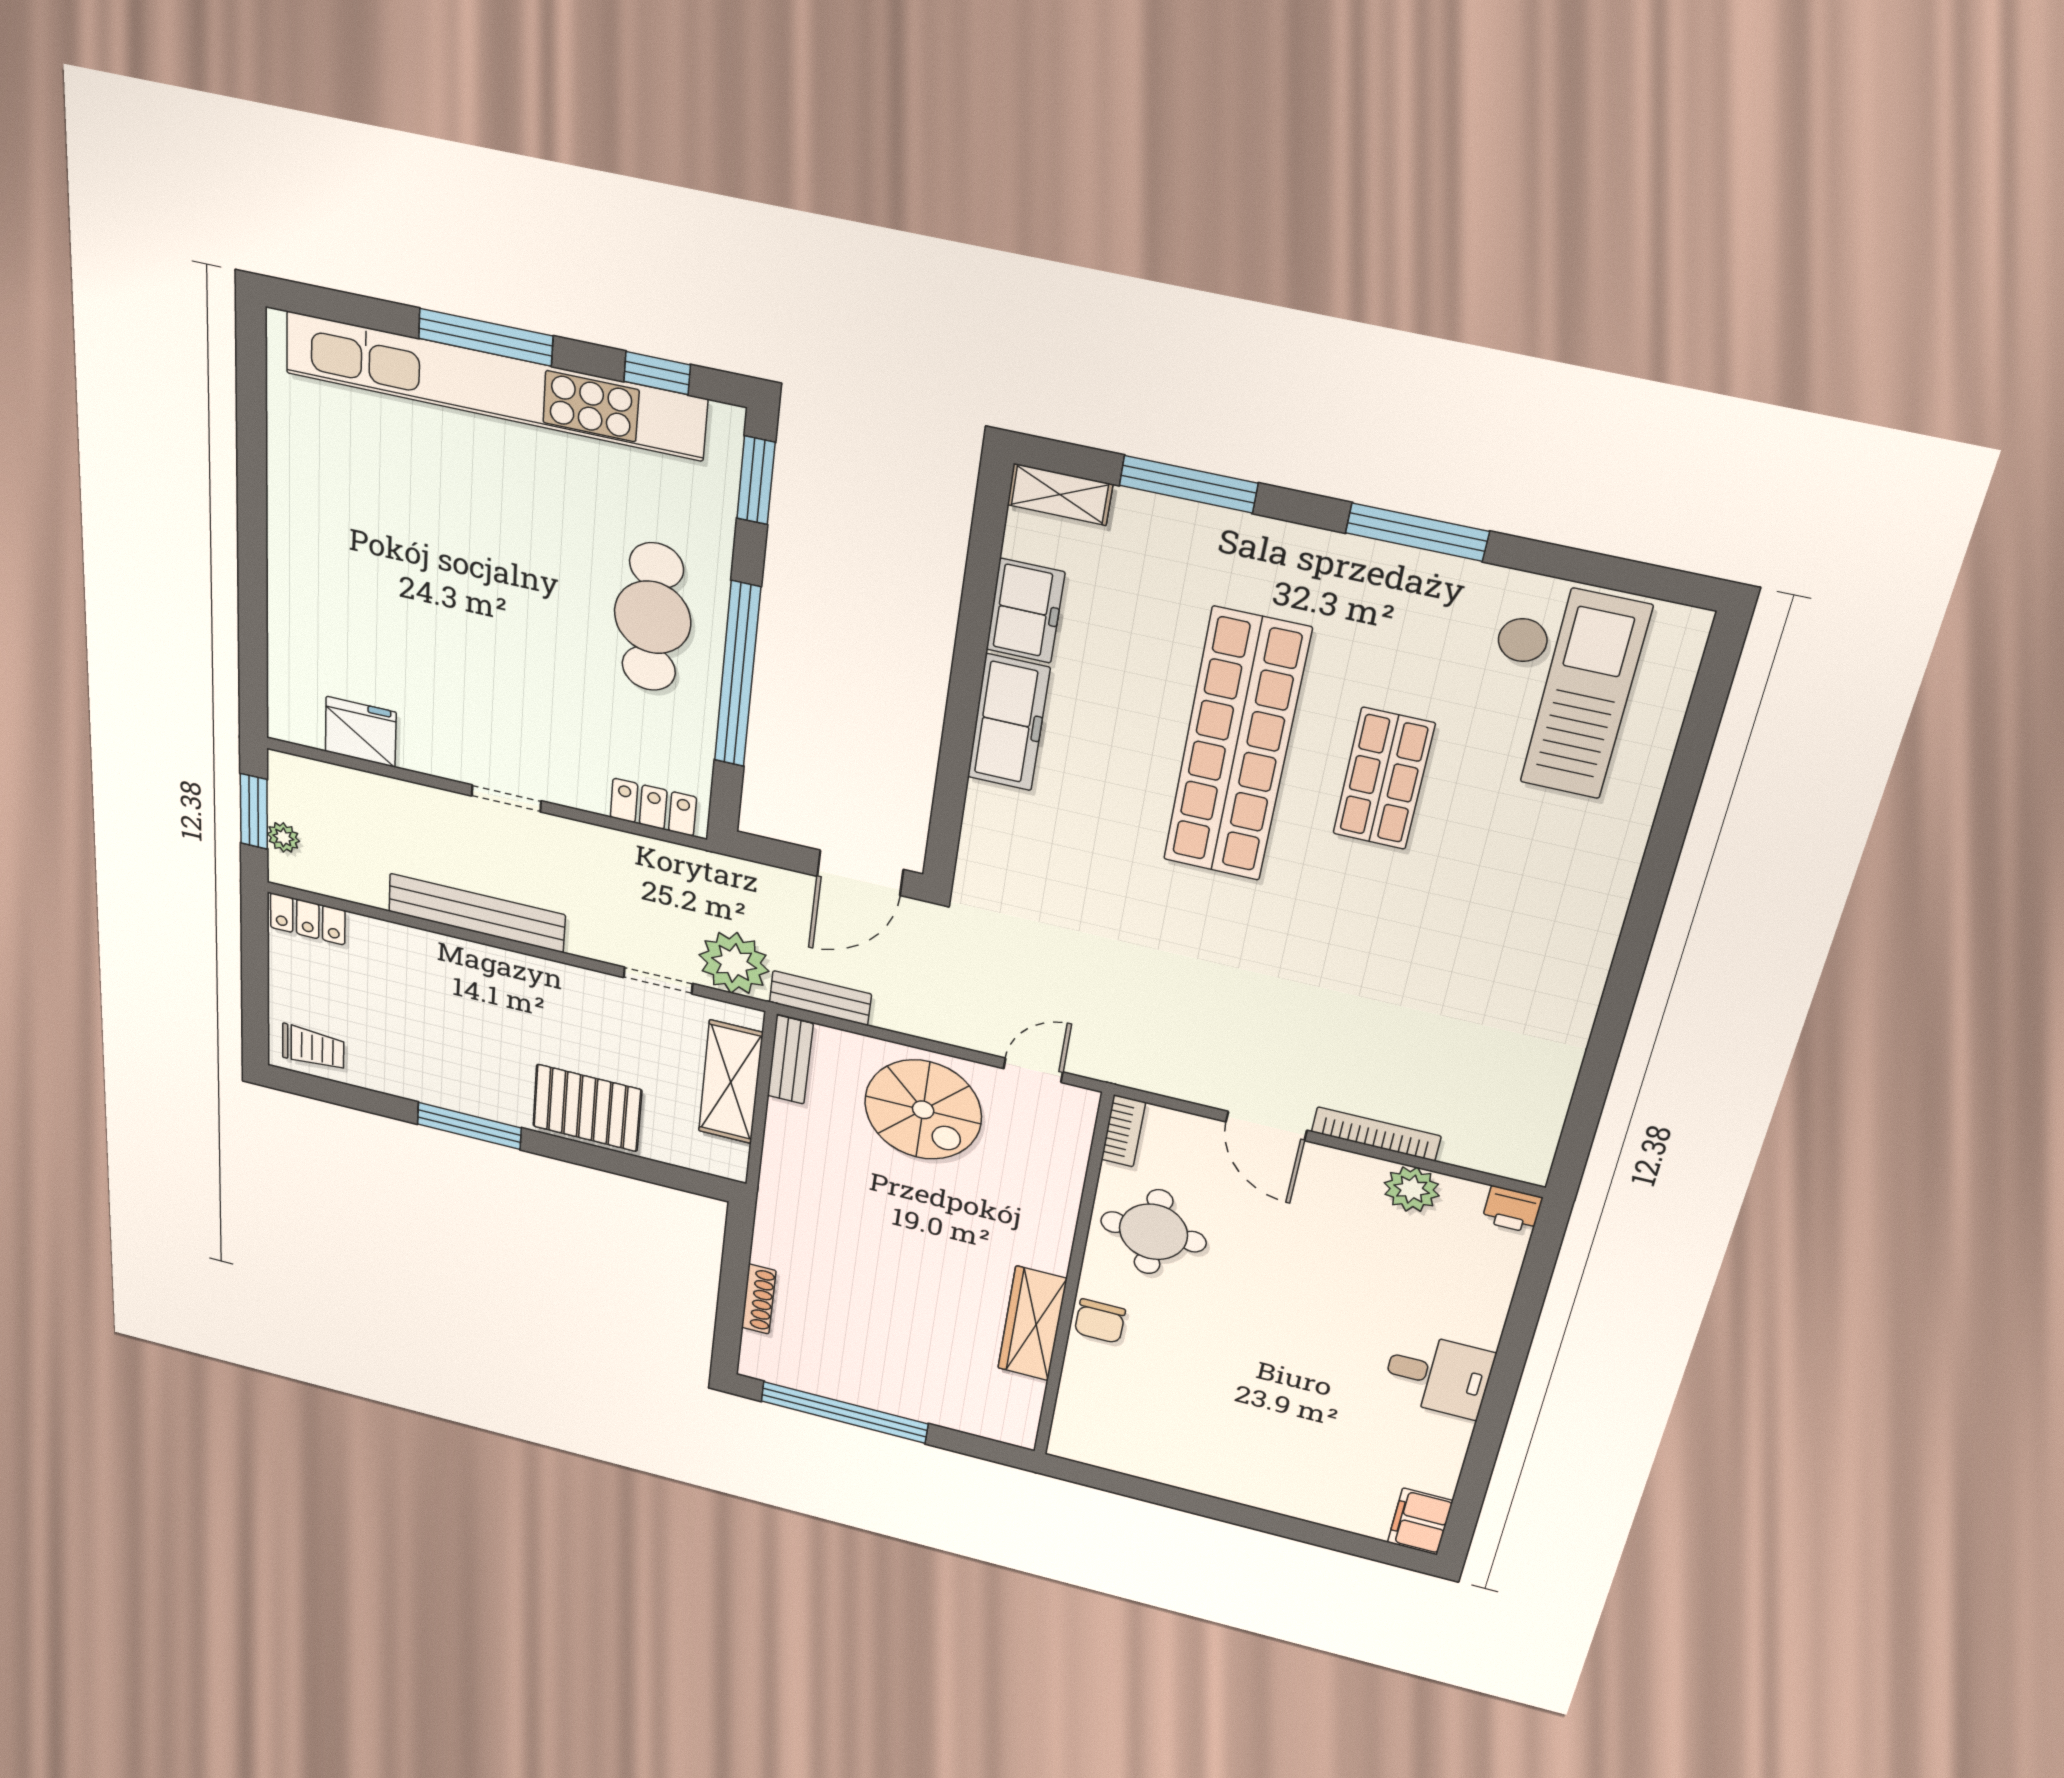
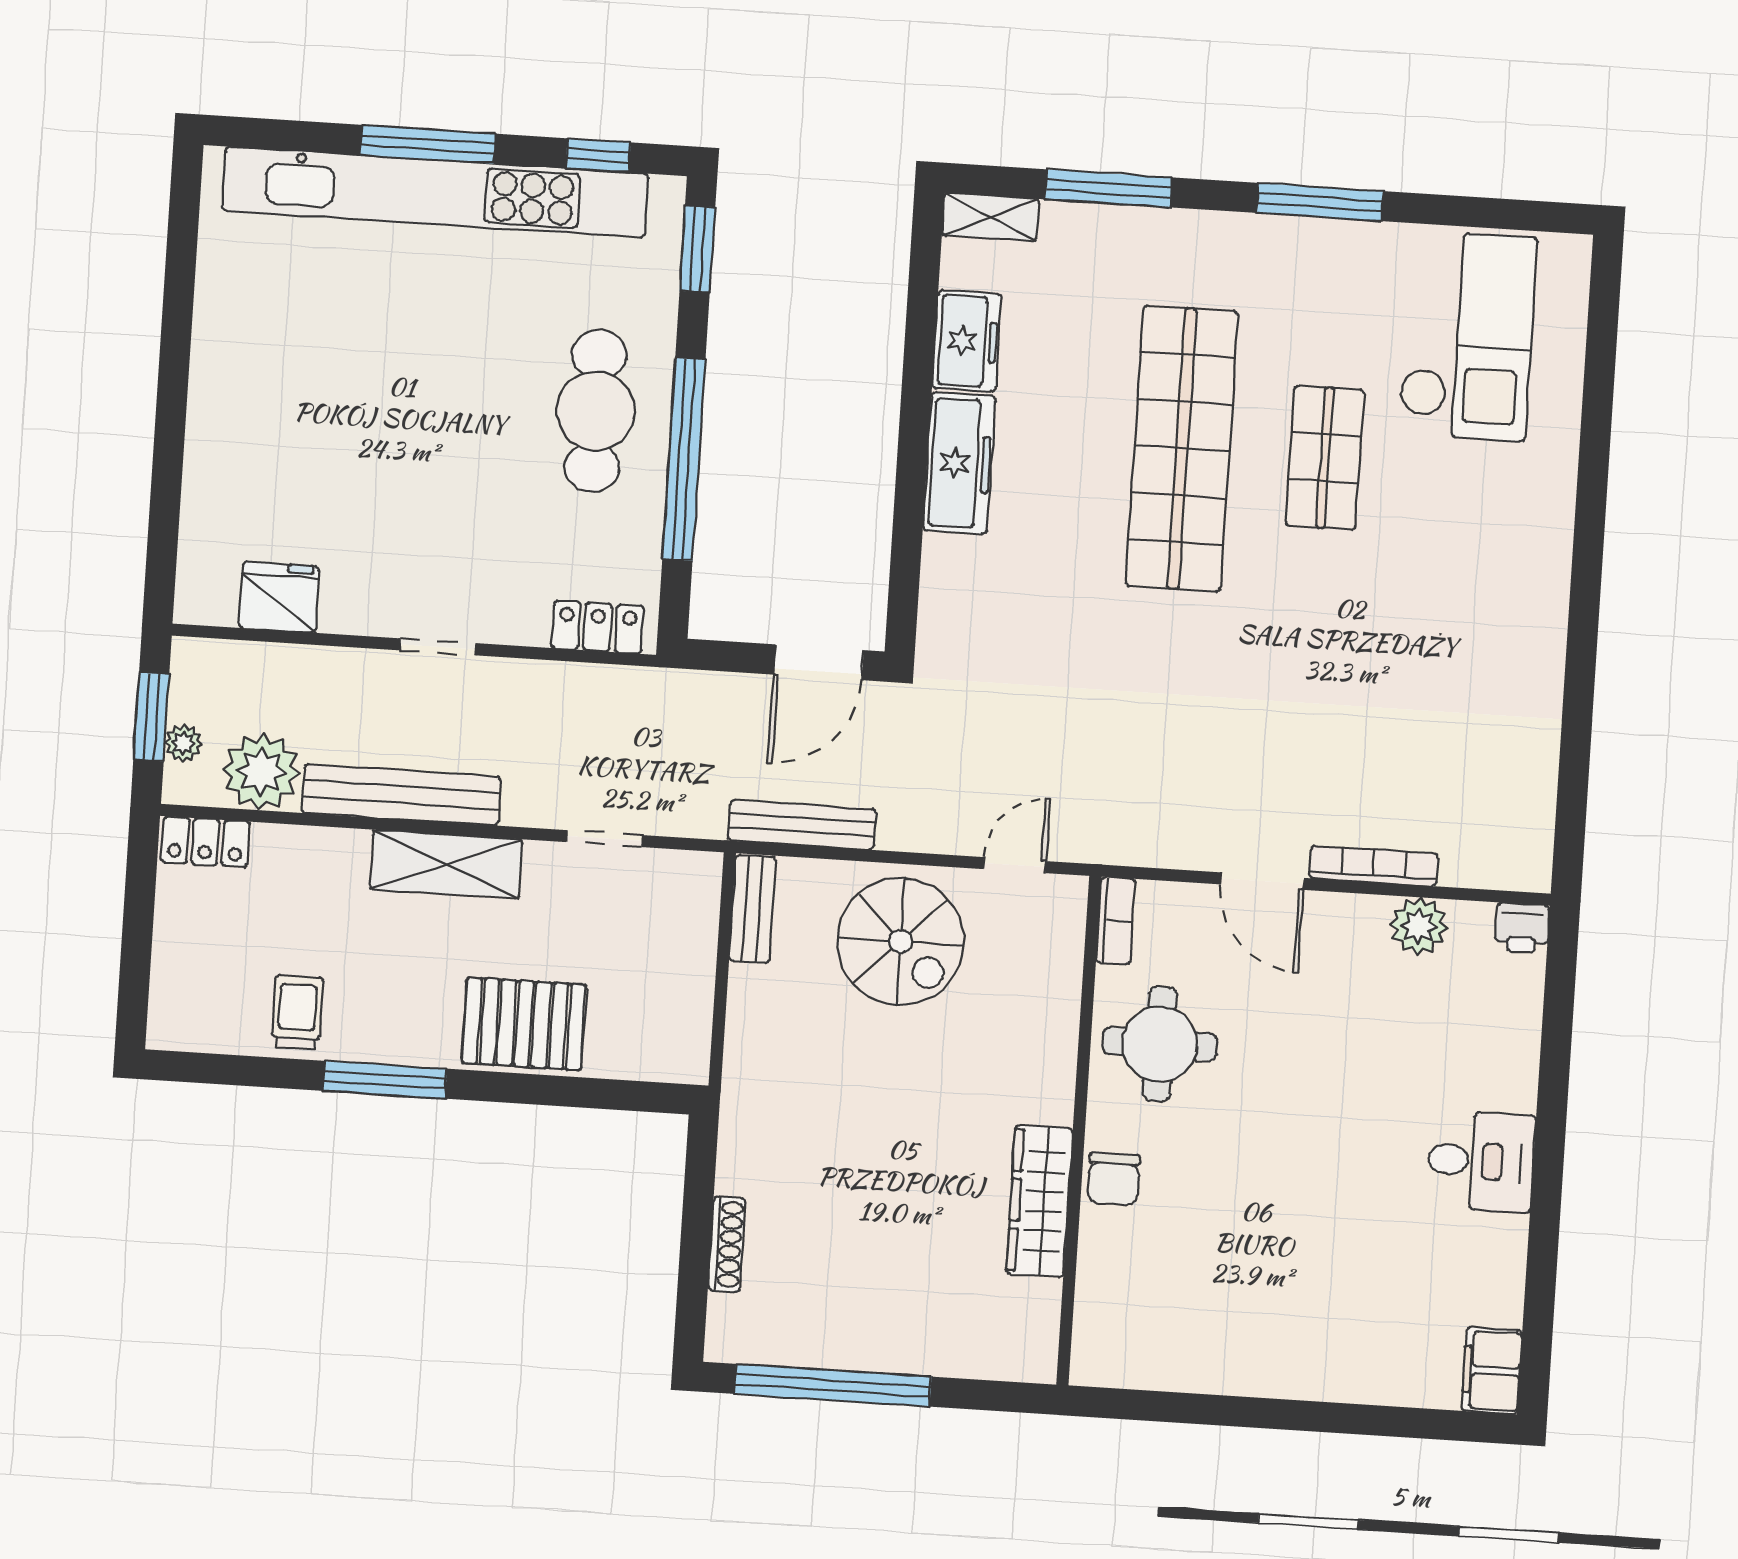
plant: (734, 963) -> (261, 772), moved
bench: (820, 998) -> (802, 825), width x1.36
trolley: (313, 1048) -> (297, 1012), moved, turned -90
shelving: (731, 1082) -> (446, 864), moved, turned 90

